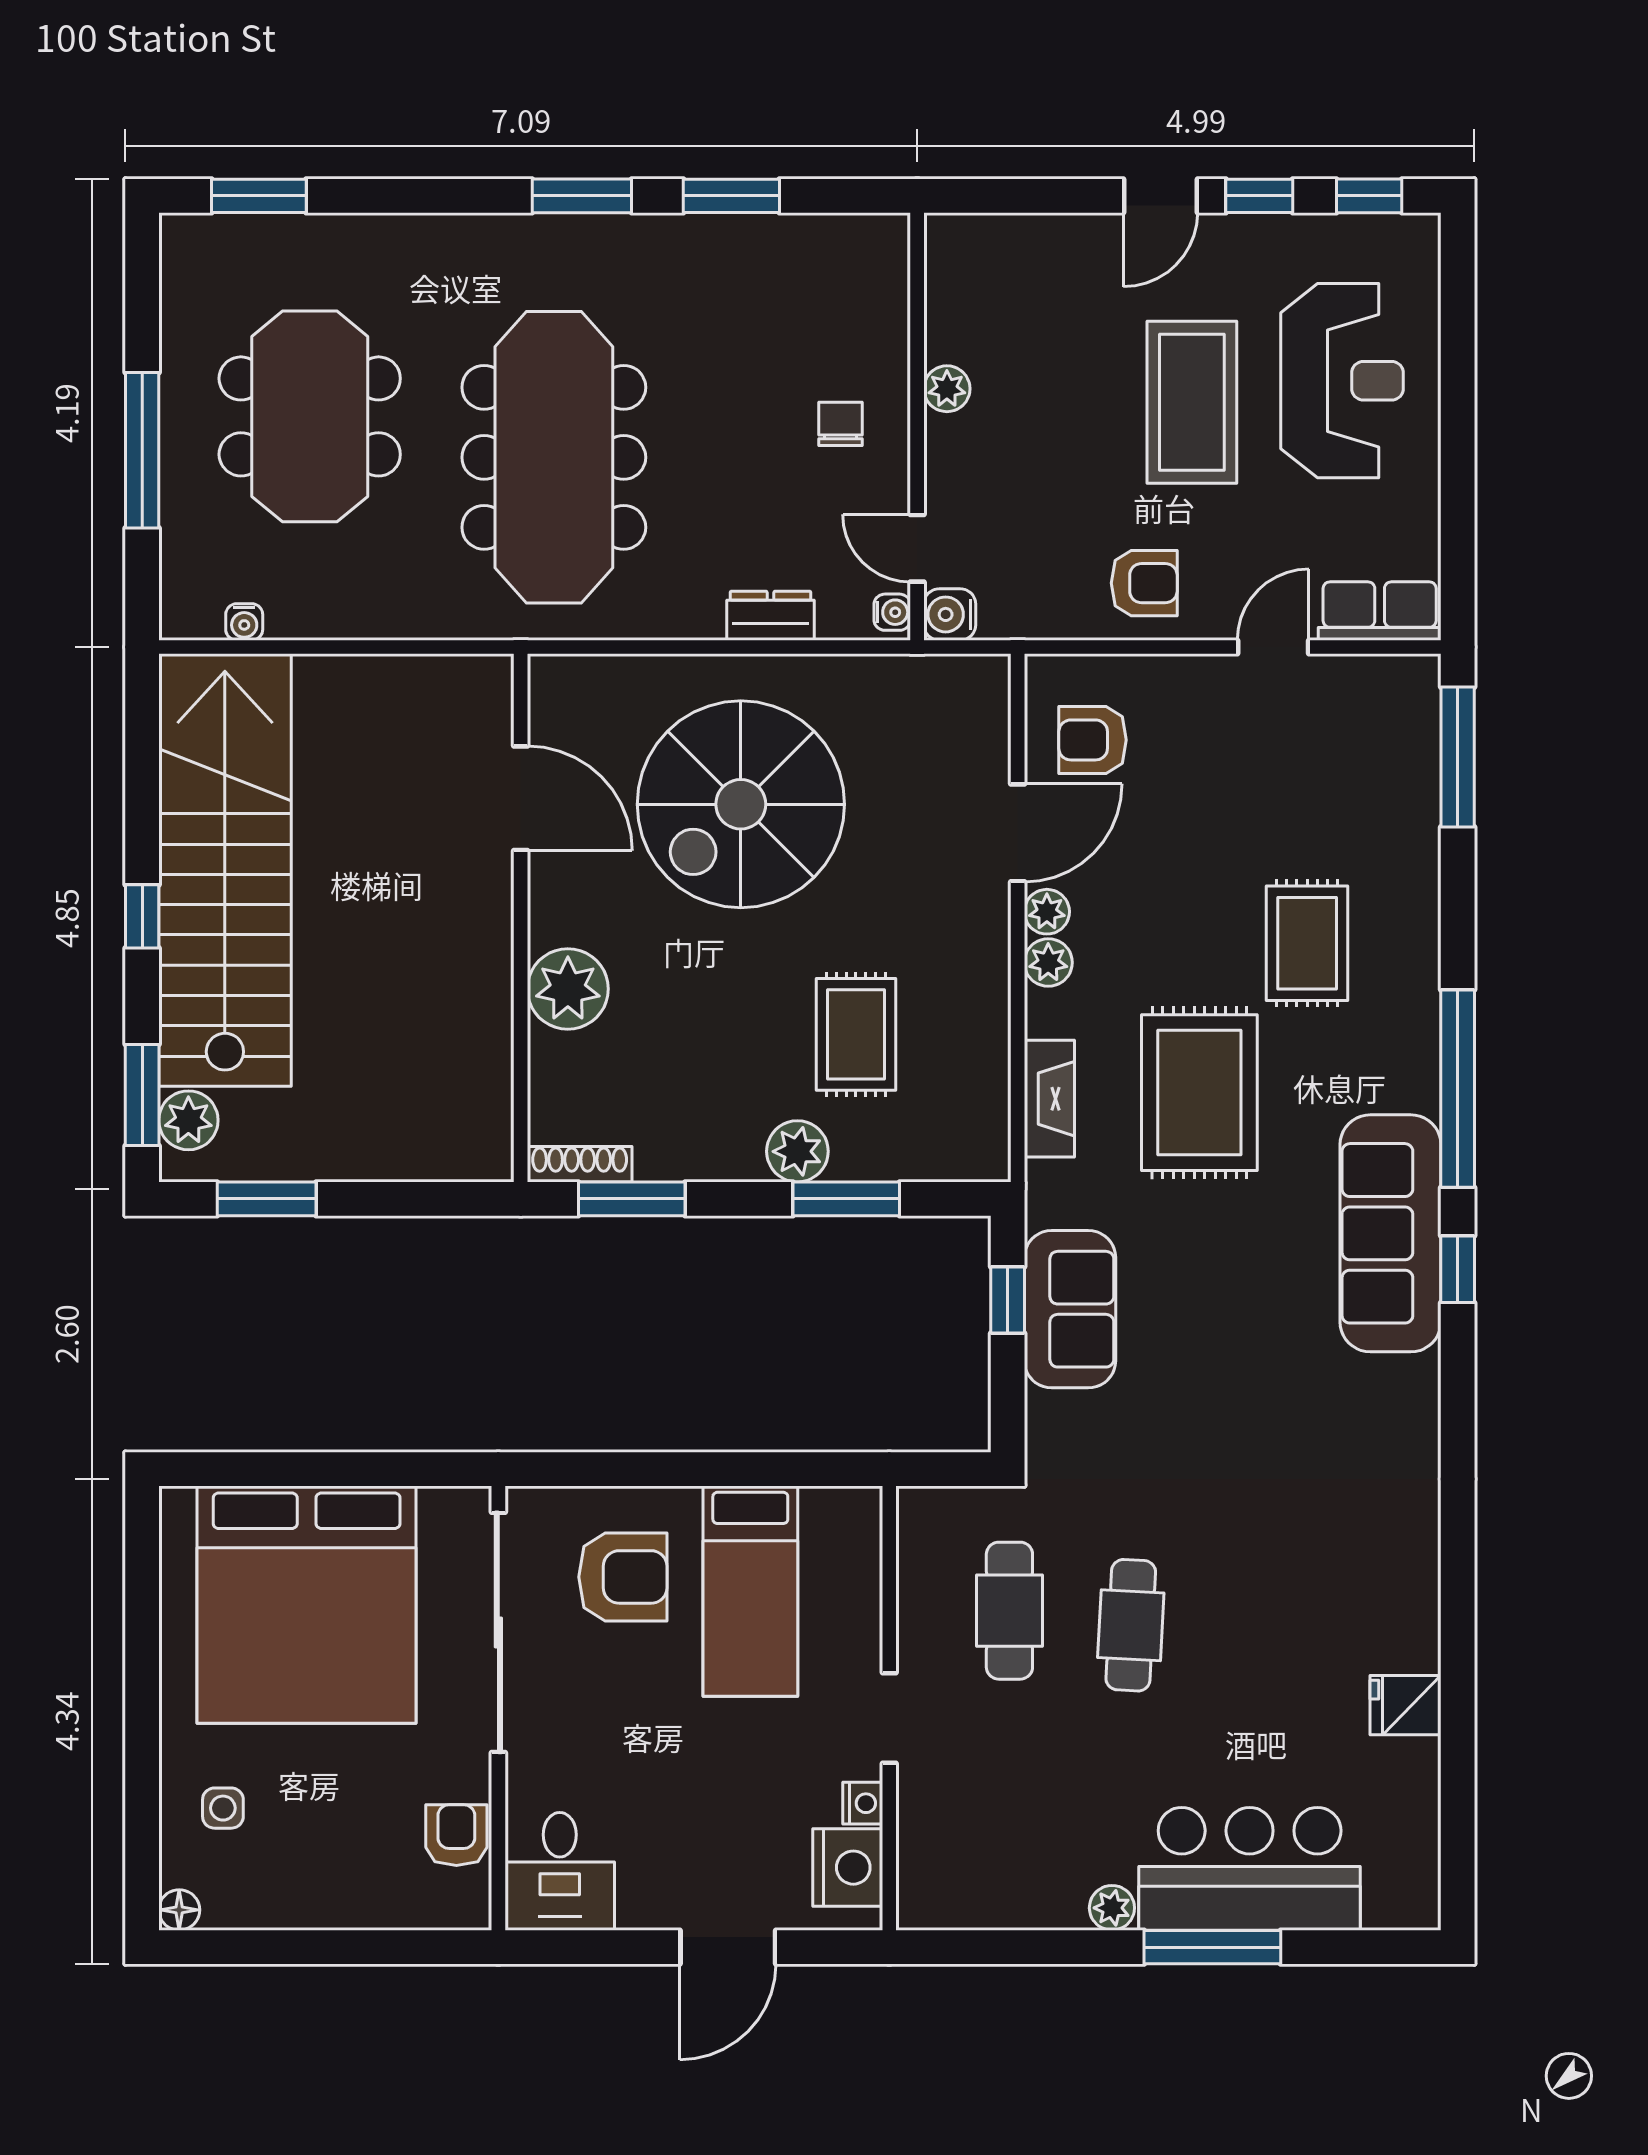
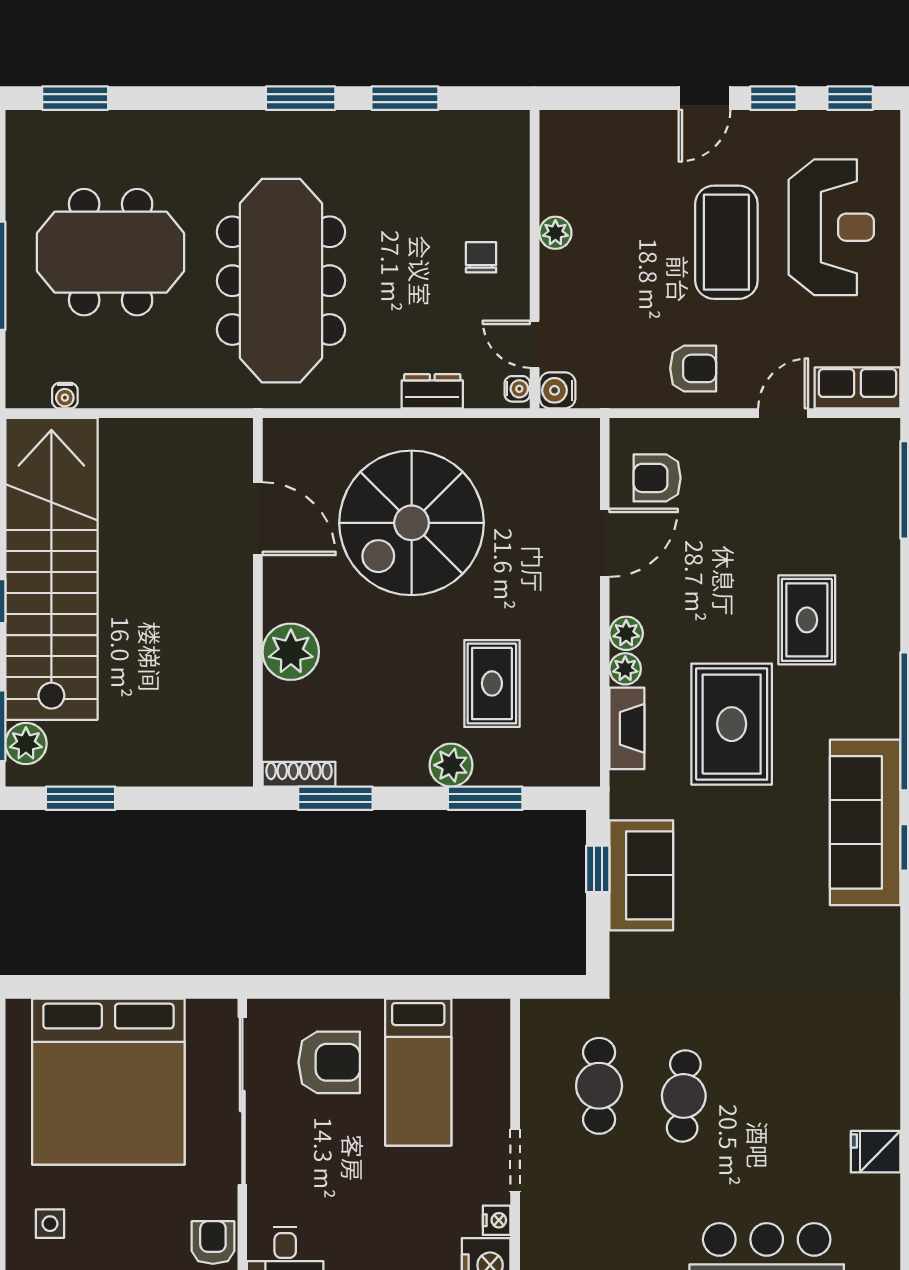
meeting table: (310, 416) -> (111, 252), turned 90
plant: (1047, 912) -> (625, 669), moved

